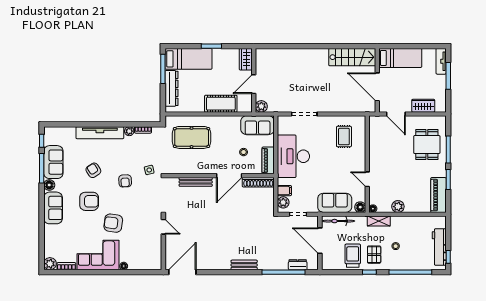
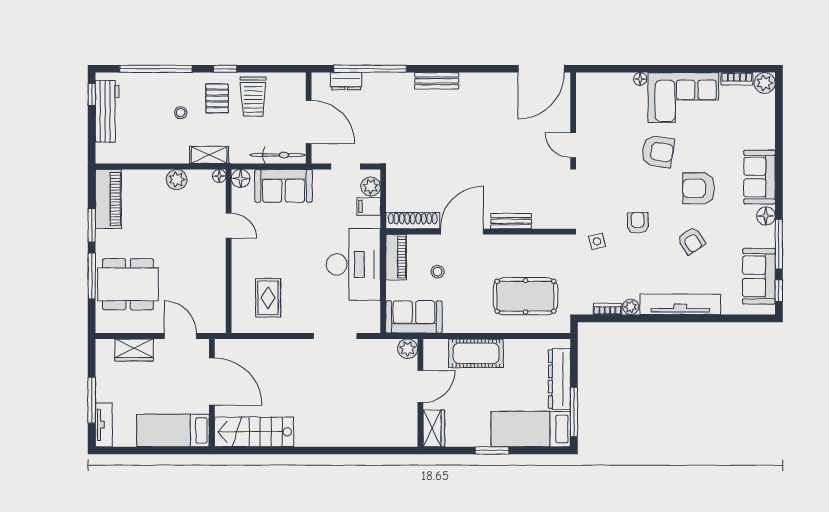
dining table: (427, 145) -> (128, 284), width x1.37
sofa: (53, 162) -> (759, 276), moved
bench: (196, 182) -> (511, 221), width x0.73

